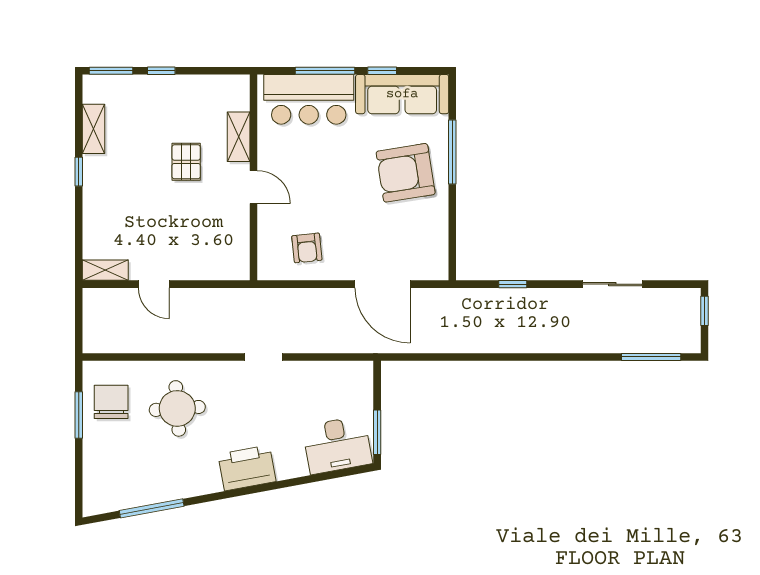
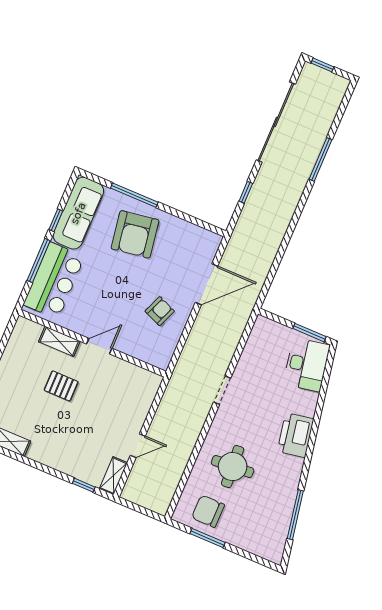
window: (79, 172) -> (84, 485), moved
armchair: (307, 248) -> (160, 311), moved, turned -62
sliding door: (612, 284) -> (276, 122), width x1.86
window: (651, 357) -> (321, 159), moved

